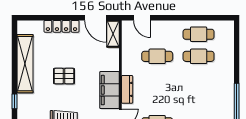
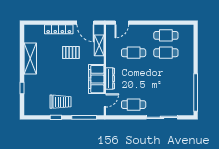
door: (142, 18) -> (122, 23), hinge flipped
shelving: (113, 34) -> (99, 45), moved
shelving: (25, 64) -> (30, 58), width x0.68
pallet: (64, 76) -> (71, 52), moved

